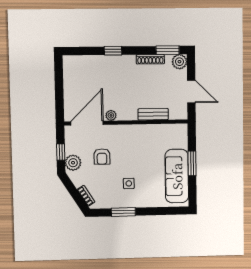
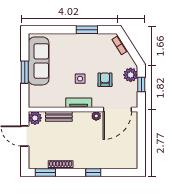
plant: (179, 62) -> (35, 118), moved
tv unit: (131, 130) -> (79, 103), added
side table: (129, 183) -> (80, 79), moved

